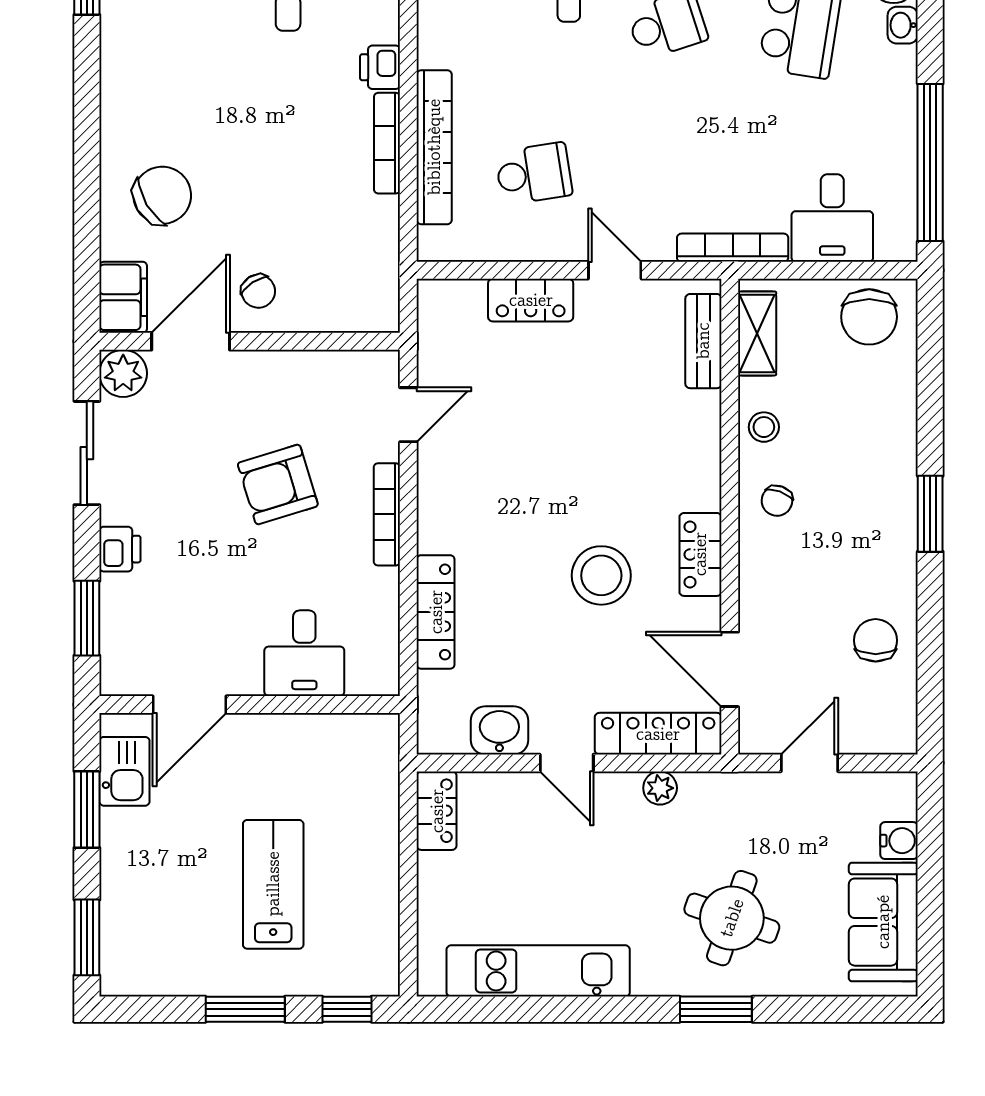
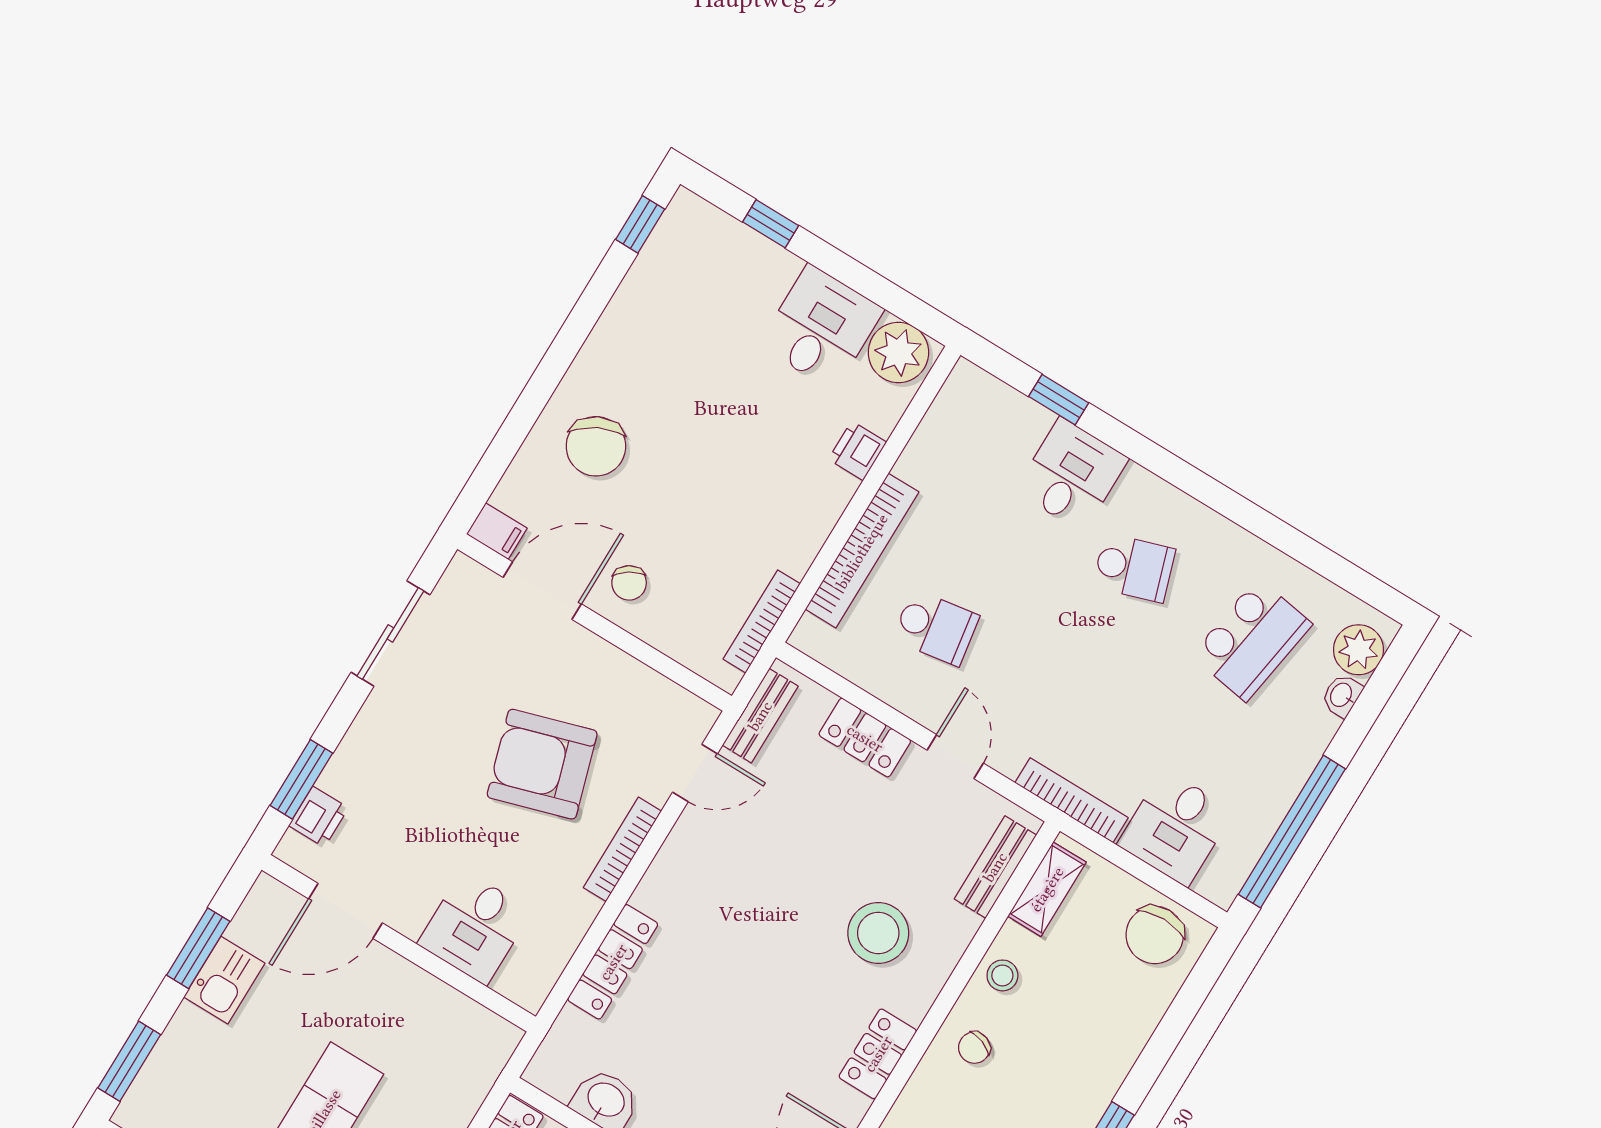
bookcase: (387, 143) -> (762, 621), moved
chair: (162, 195) -> (596, 446), turned 94
filing cabinet: (123, 297) -> (497, 531), width x0.50
bench: (433, 335) -> (760, 716), added
plant: (123, 373) -> (465, 583), removed
armchair: (278, 484) -> (542, 764), width x1.36, depth x1.36
printer: (120, 549) -> (319, 817), moved
stool: (601, 575) -> (878, 933), moved
kitchen sink: (124, 771) -> (224, 980), moved

